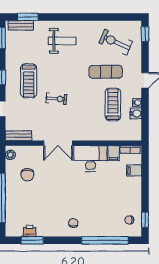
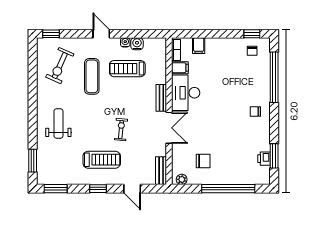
bench: (21, 25) -> (161, 98), moved

